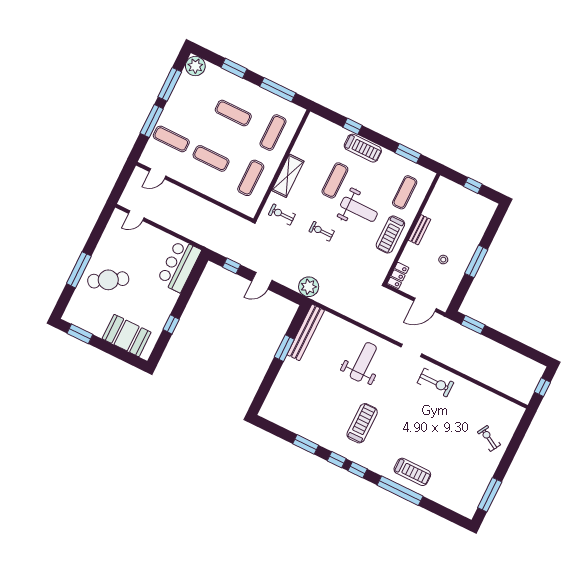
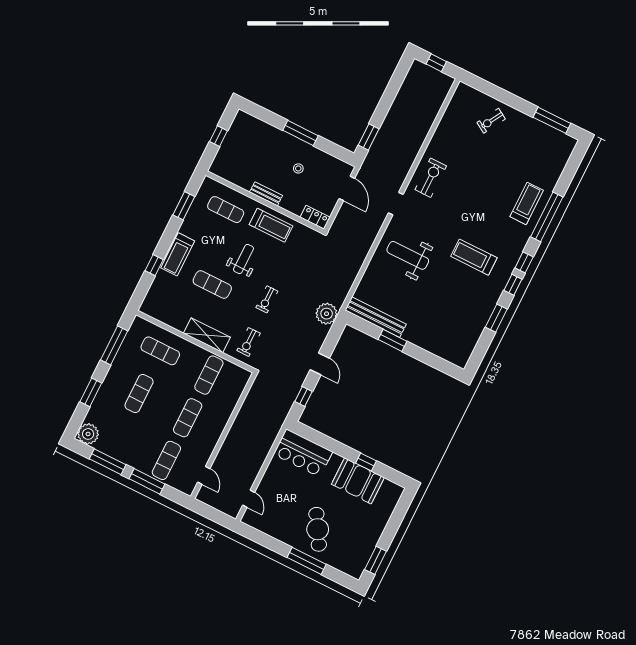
treadmill: (363, 148) -> (178, 254), turned 180
exercise mat: (251, 178) -> (209, 375), turned 90
weight bench: (359, 209) -> (244, 259), width x0.73, depth x0.75
booth: (127, 336) -> (358, 481), moved, turned 90

